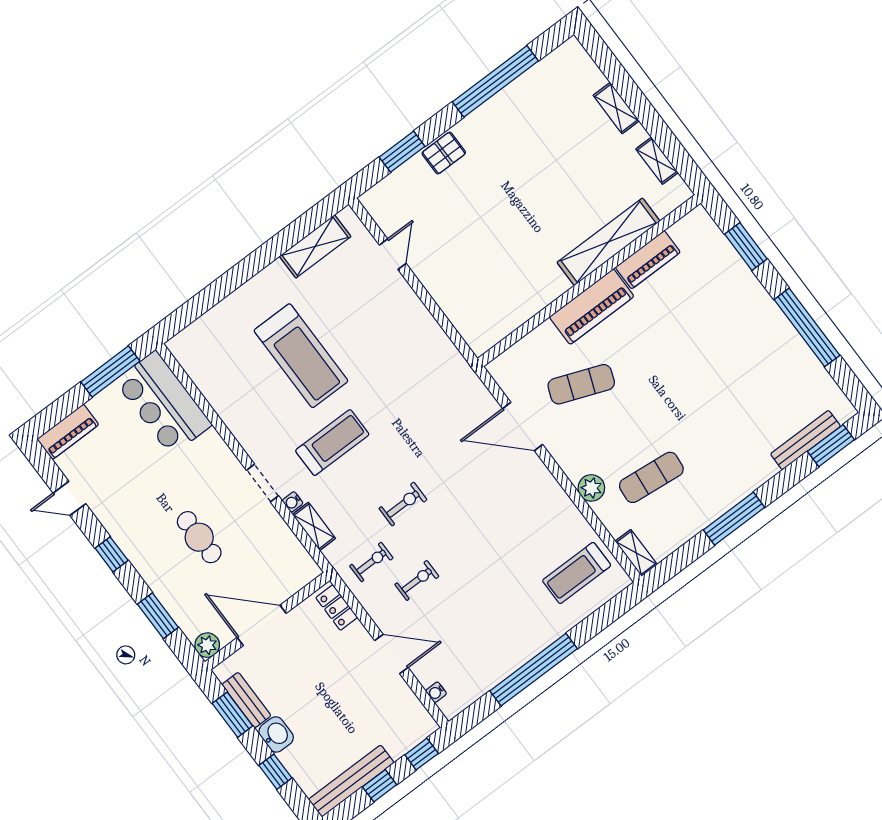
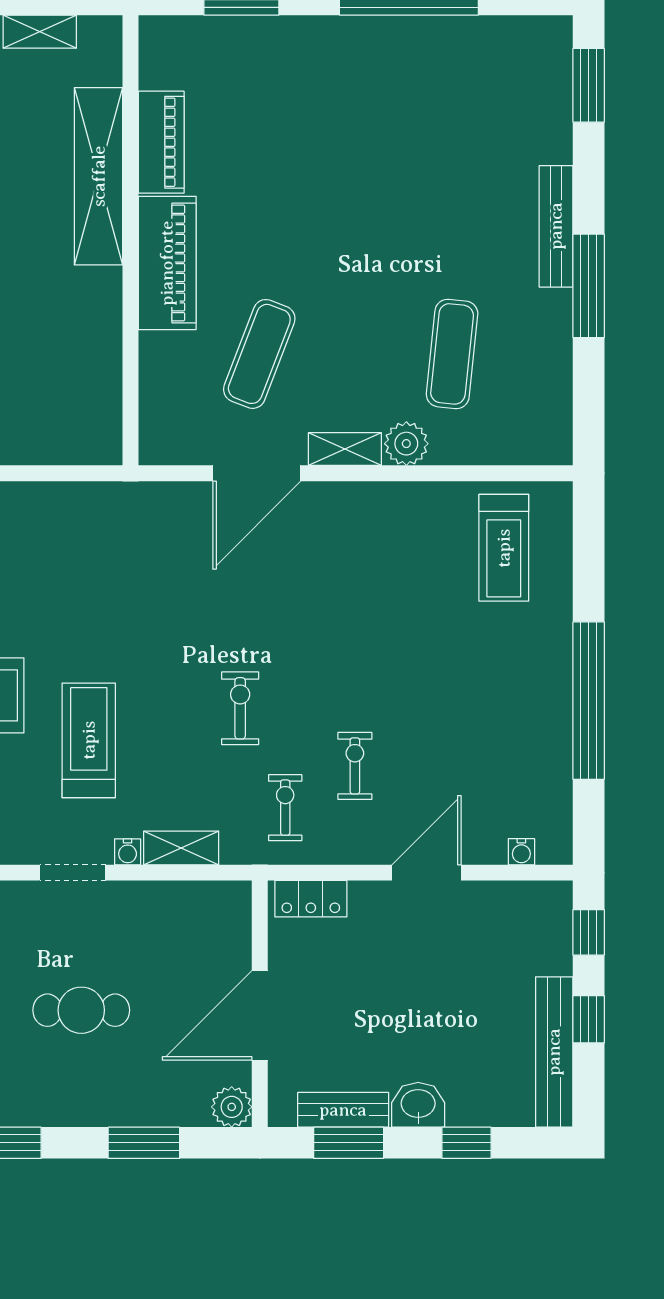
bench: (805, 440) -> (556, 226), moved
shelving: (636, 553) -> (345, 449), moved

